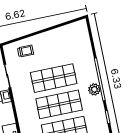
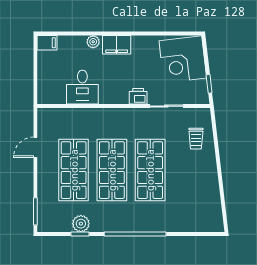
plant: (94, 89) -> (81, 224), moved

